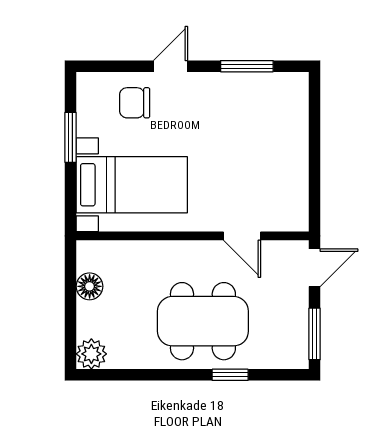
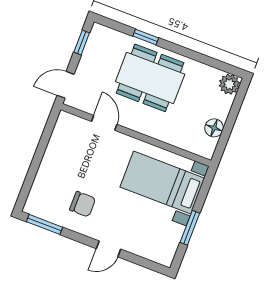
window: (247, 66) -> (44, 224), moved
chair: (135, 103) -> (83, 204), moved
window: (315, 334) -> (82, 43), width x0.67

